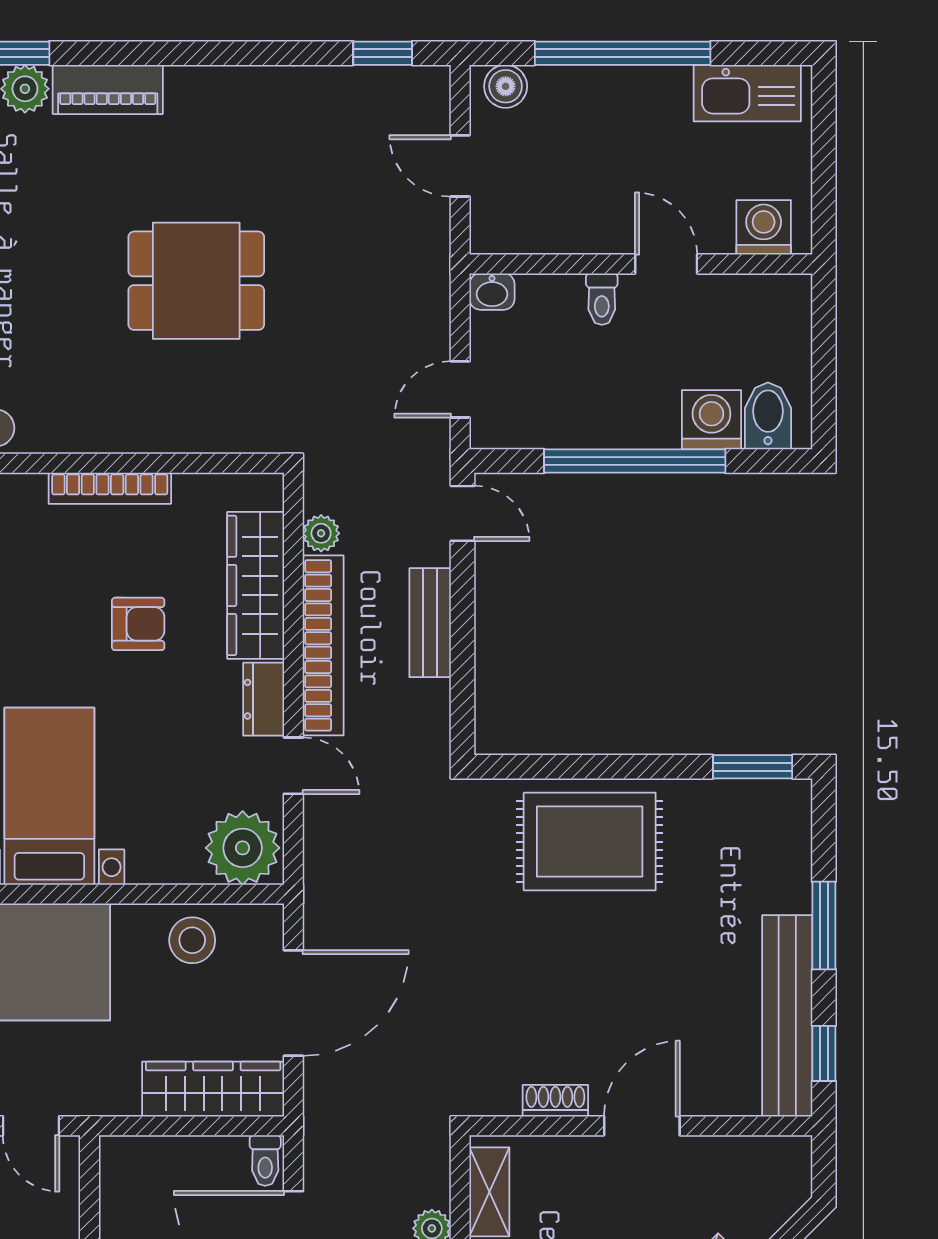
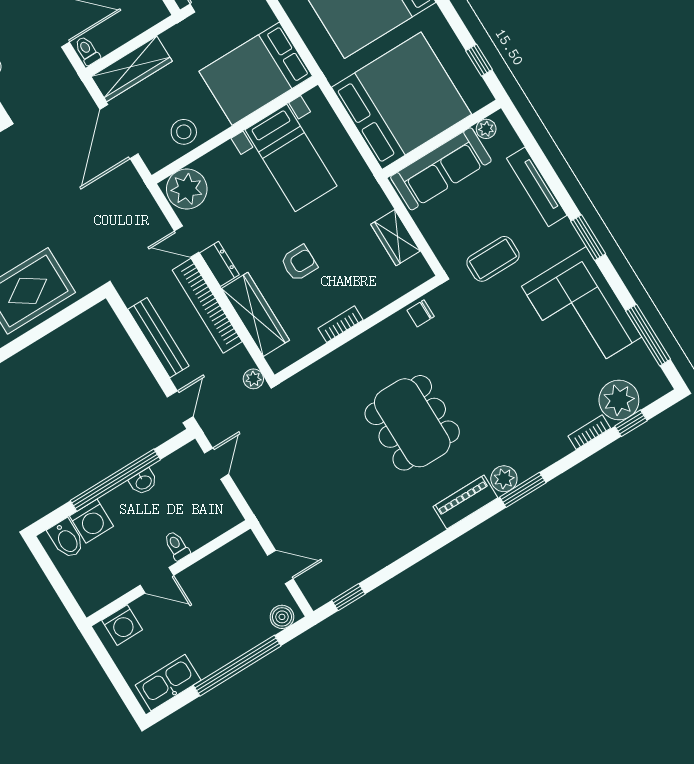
dining table: (196, 281) -> (412, 423), moved, width x1.38
washbasin: (492, 292) -> (143, 482), moved, turned 180
bookcase: (110, 488) -> (341, 324), width x0.64
door: (462, 513) -> (180, 407), swing flipped
plant: (321, 533) -> (253, 379), moved
bench: (430, 623) -> (158, 338), width x1.36
armchair: (138, 624) -> (299, 263), turned 180

